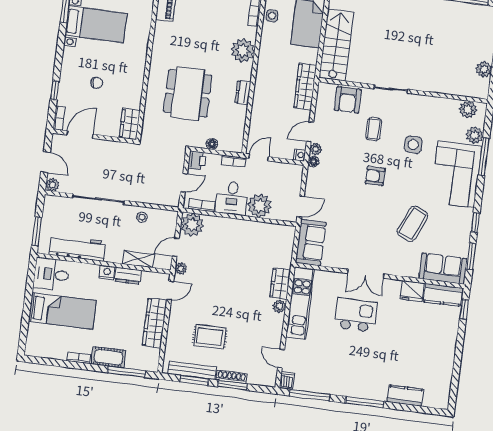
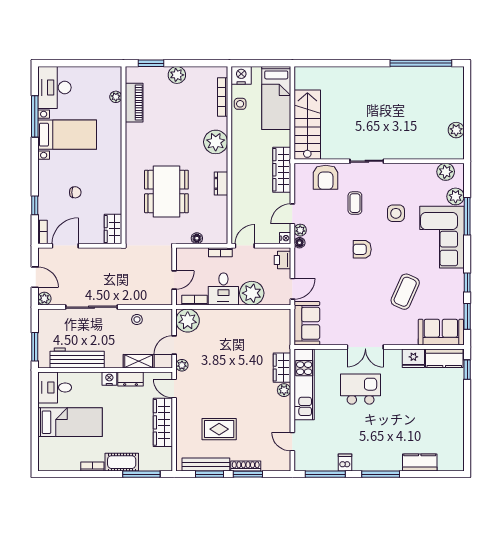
printer: (197, 160) -> (282, 260), moved, turned 180
door: (170, 291) -> (174, 388), swing flipped
dishwasher: (287, 380) -> (345, 463), moved

